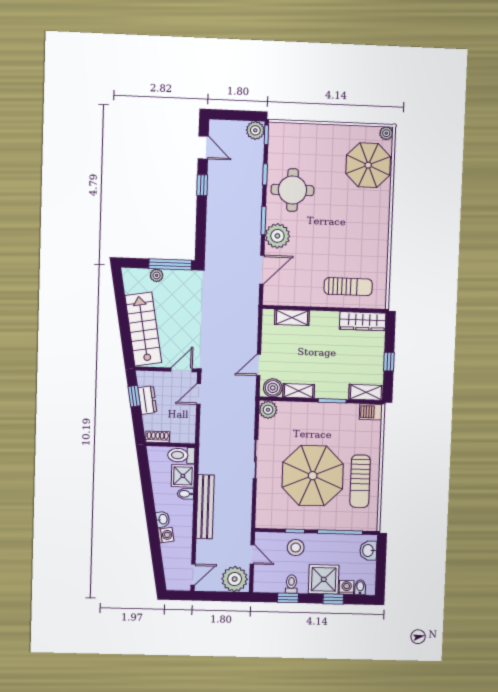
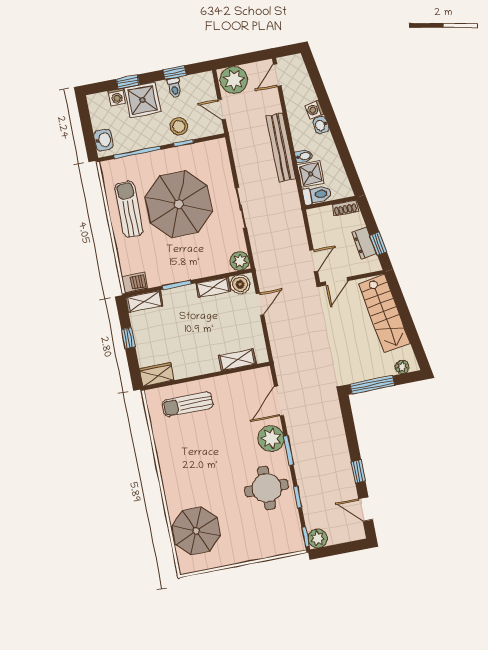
plant: (386, 133) -> (185, 567), removed
plant: (157, 275) -> (402, 367), moved
wardrobe: (363, 321) -> (157, 374), width x0.67
bidet: (360, 587) -> (103, 100), removed

